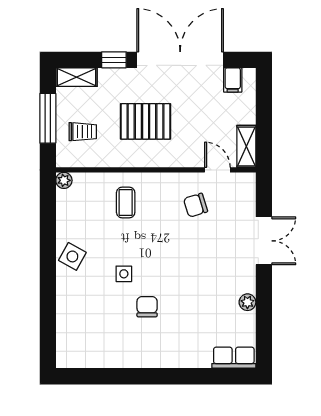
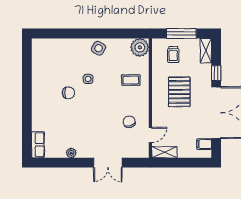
plant: (64, 180) -> (140, 47), width x1.87, depth x1.87

